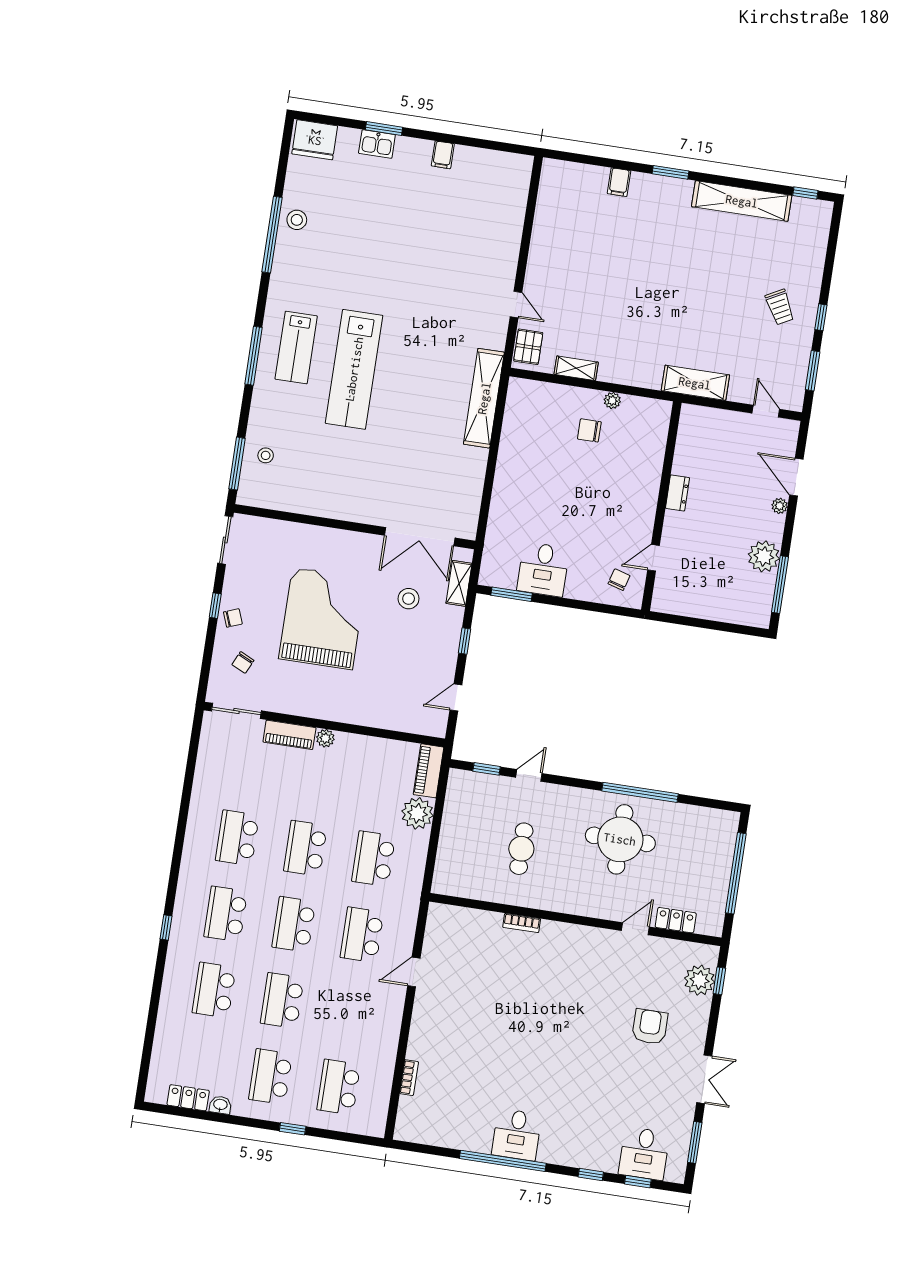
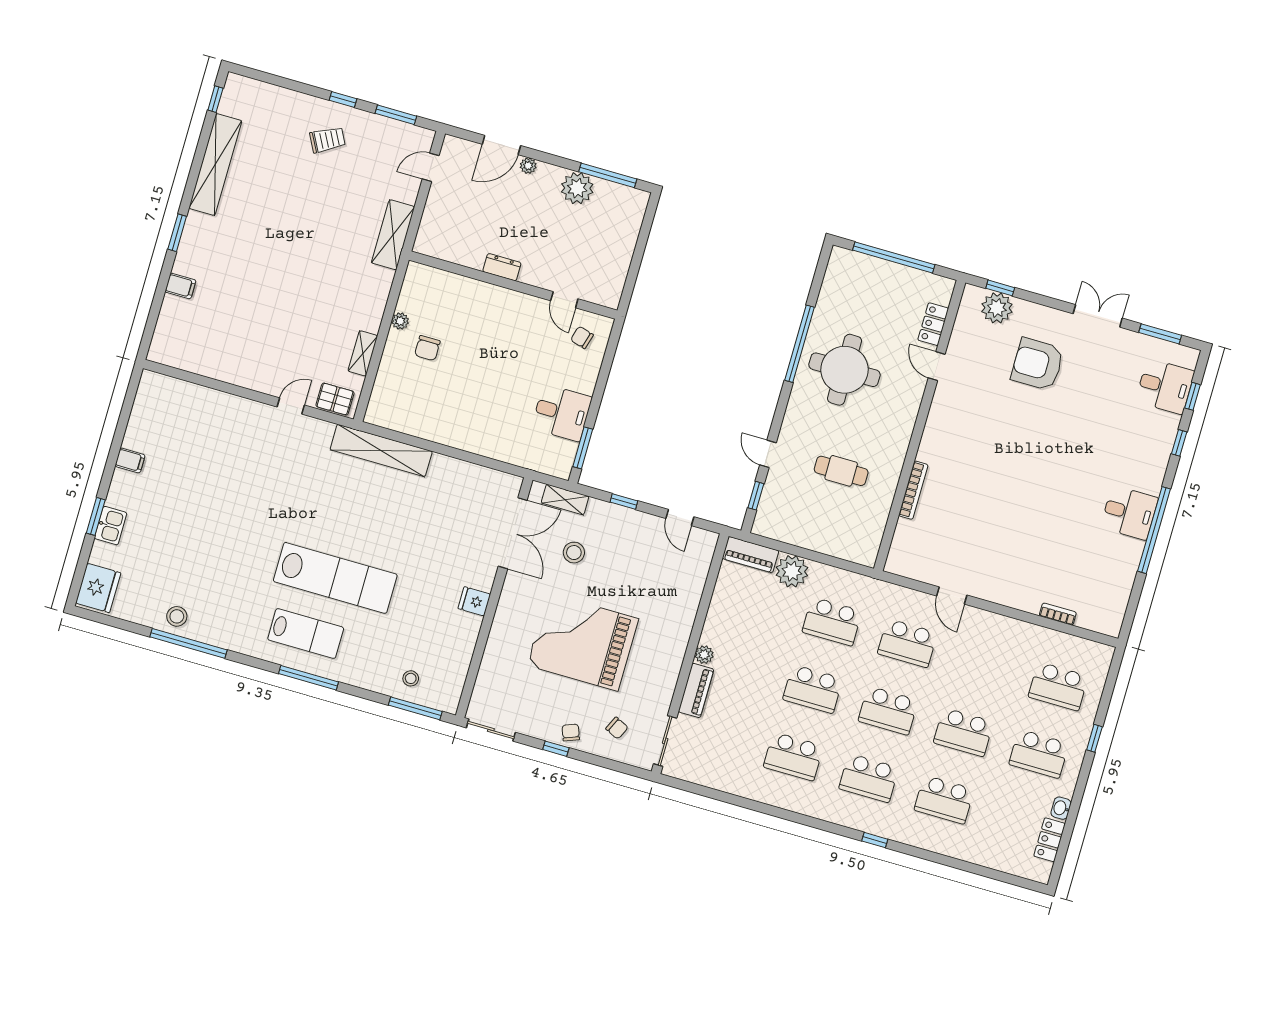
fridge: (349, 508) -> (474, 601), added
bookcase: (522, 923) -> (913, 490), width x1.56
armchair: (650, 1027) -> (1037, 364), width x1.36, depth x1.36

